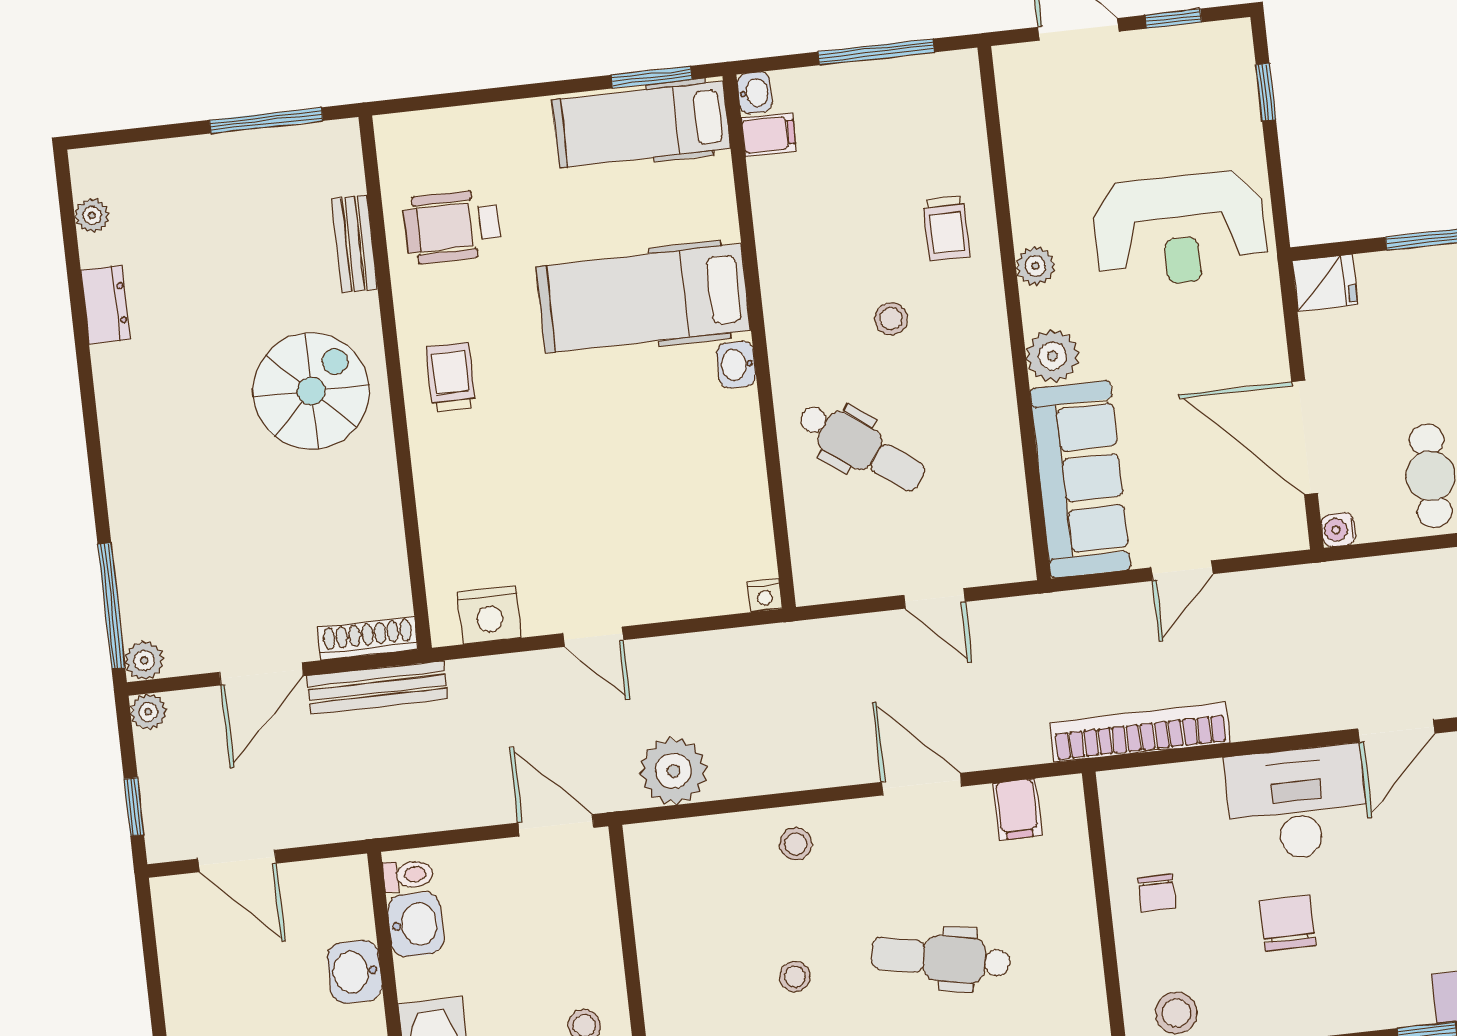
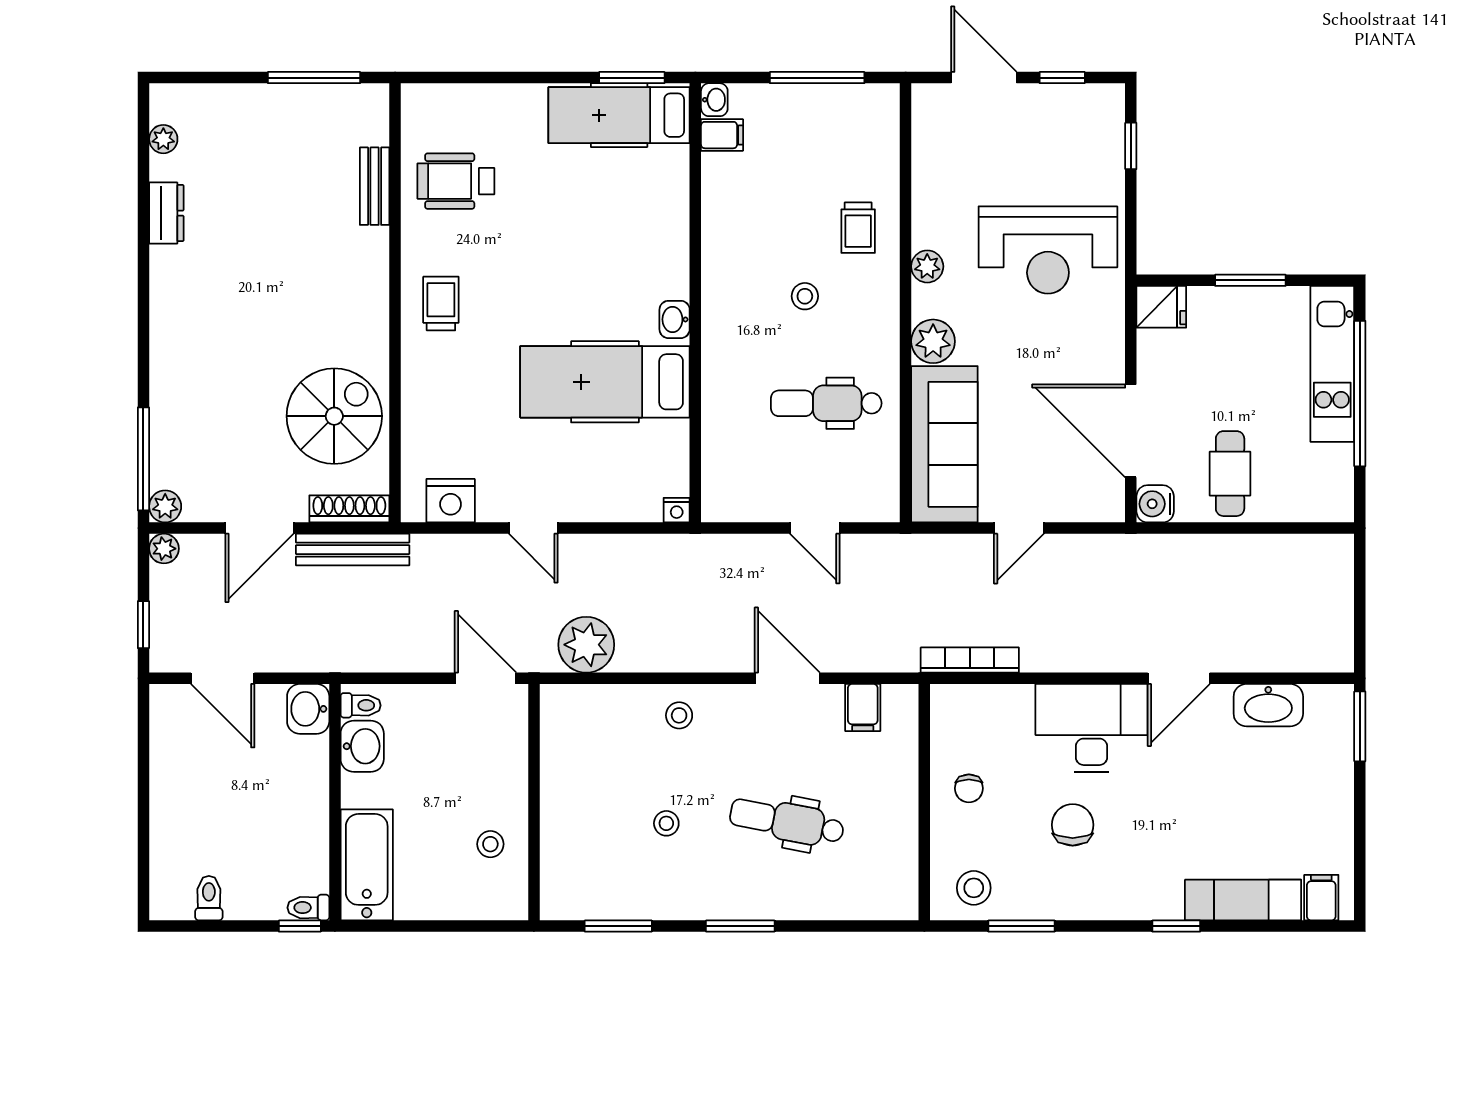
hospital bed: (643, 298) -> (605, 382), moved
spiral stairs: (311, 391) -> (334, 416), moved
dental chair: (862, 447) -> (826, 403), moved, turned 144
water cooler: (1338, 530) -> (1155, 504), width x1.38, depth x1.38
bookcase: (1140, 733) -> (970, 660), width x0.68, depth x0.76
washbasin: (355, 972) -> (308, 709), moved

